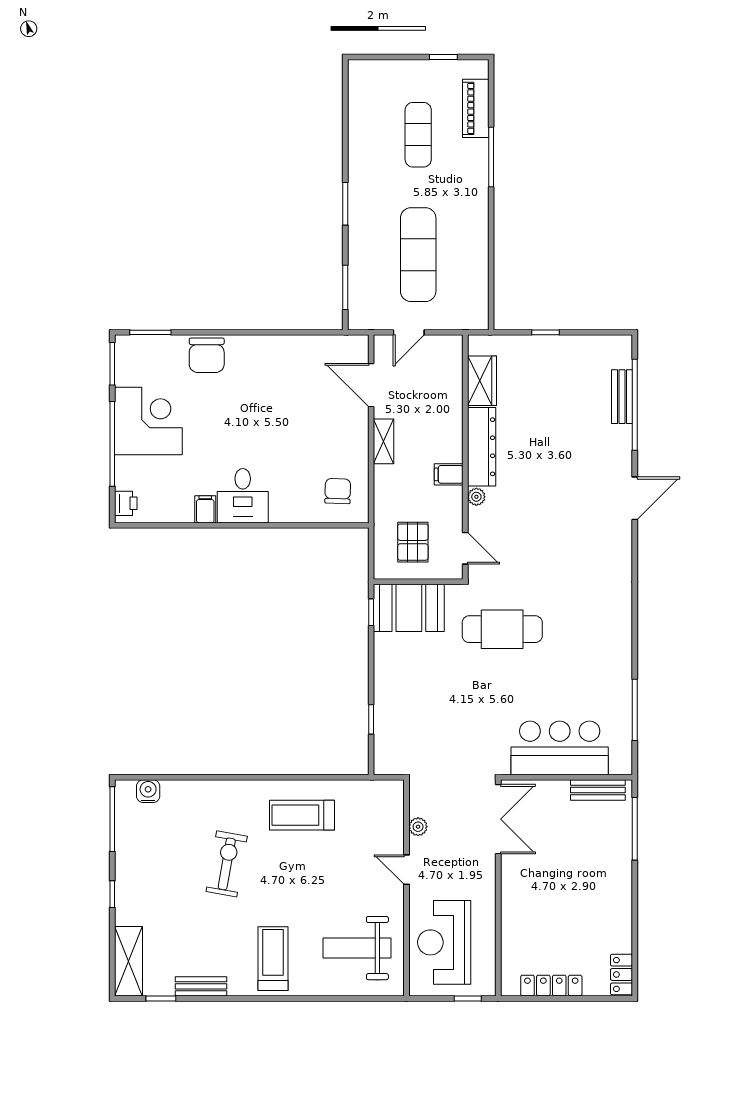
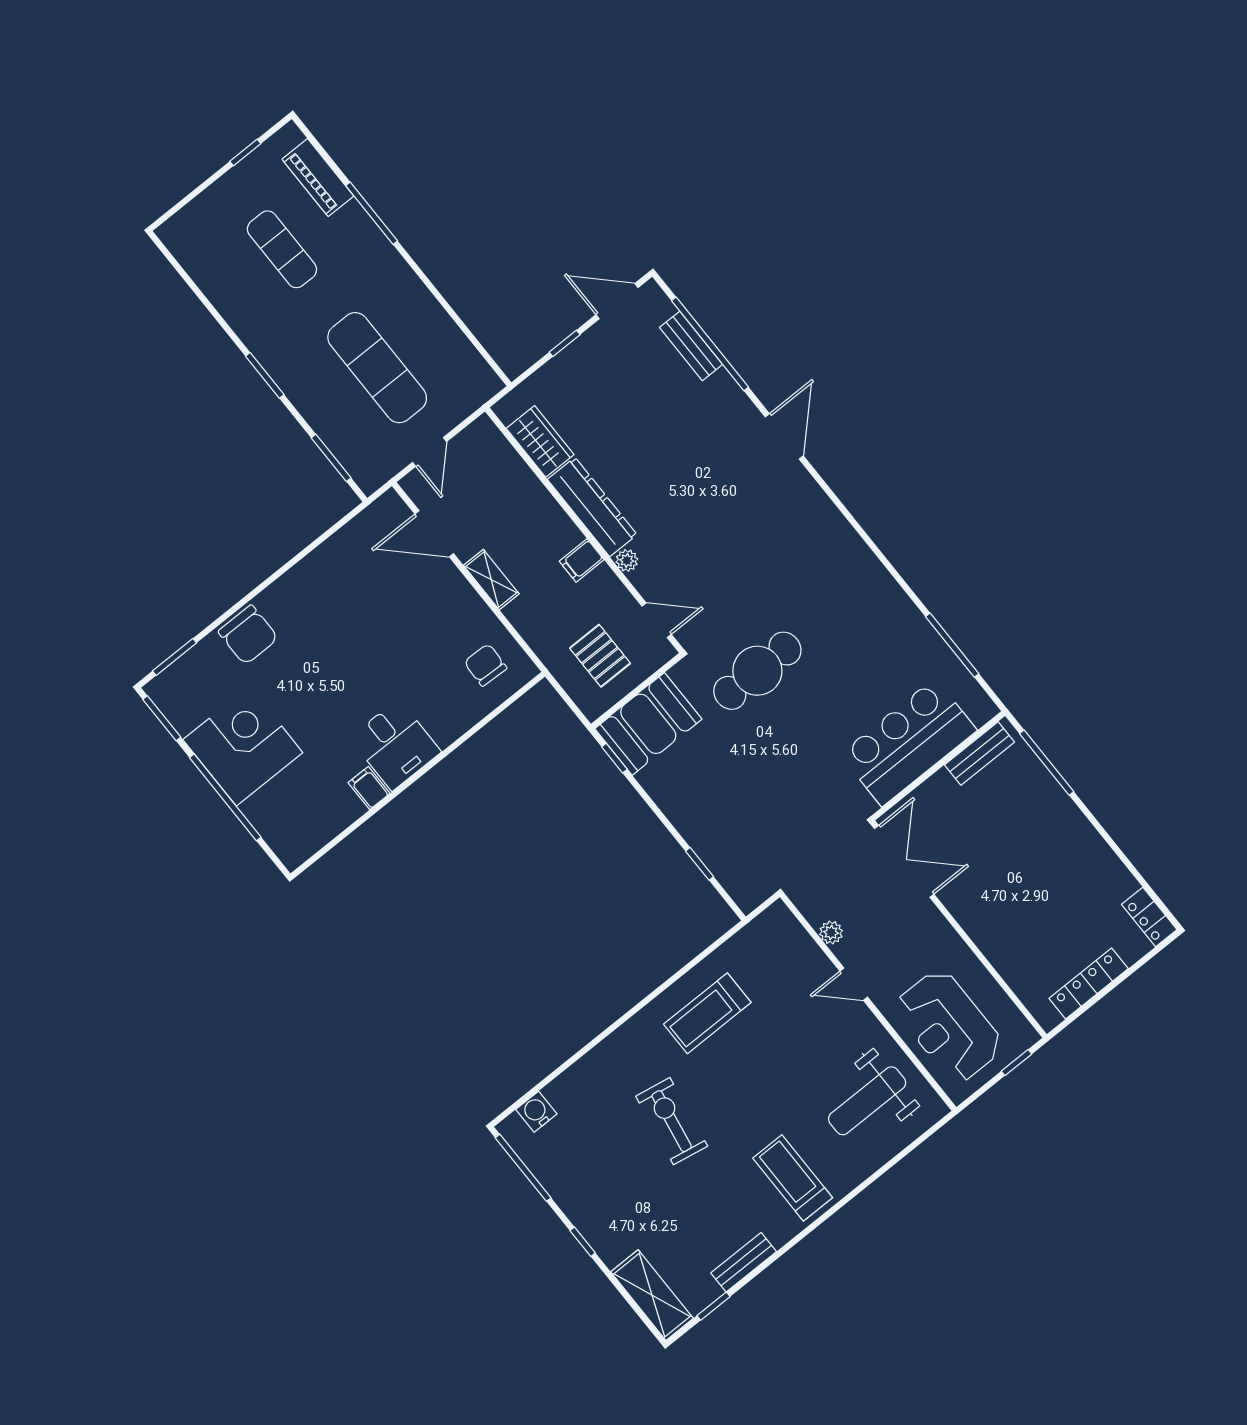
door: (599, 332) -> (617, 301), added
printer: (126, 503) -> (286, 845), removed

